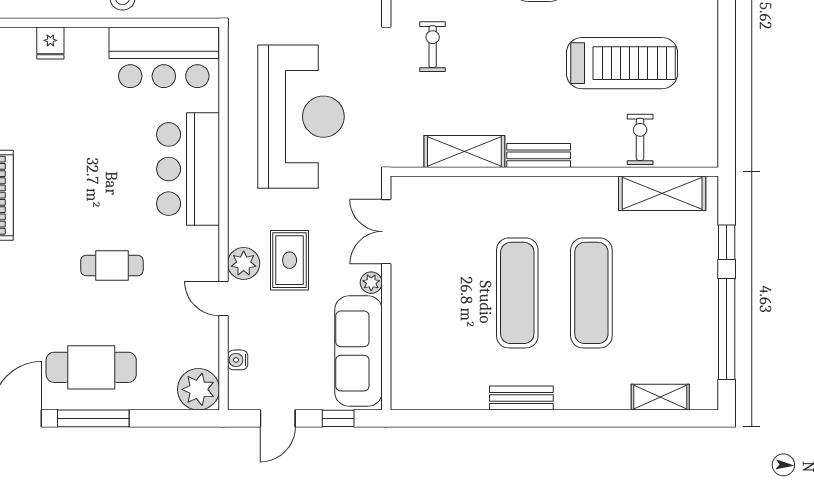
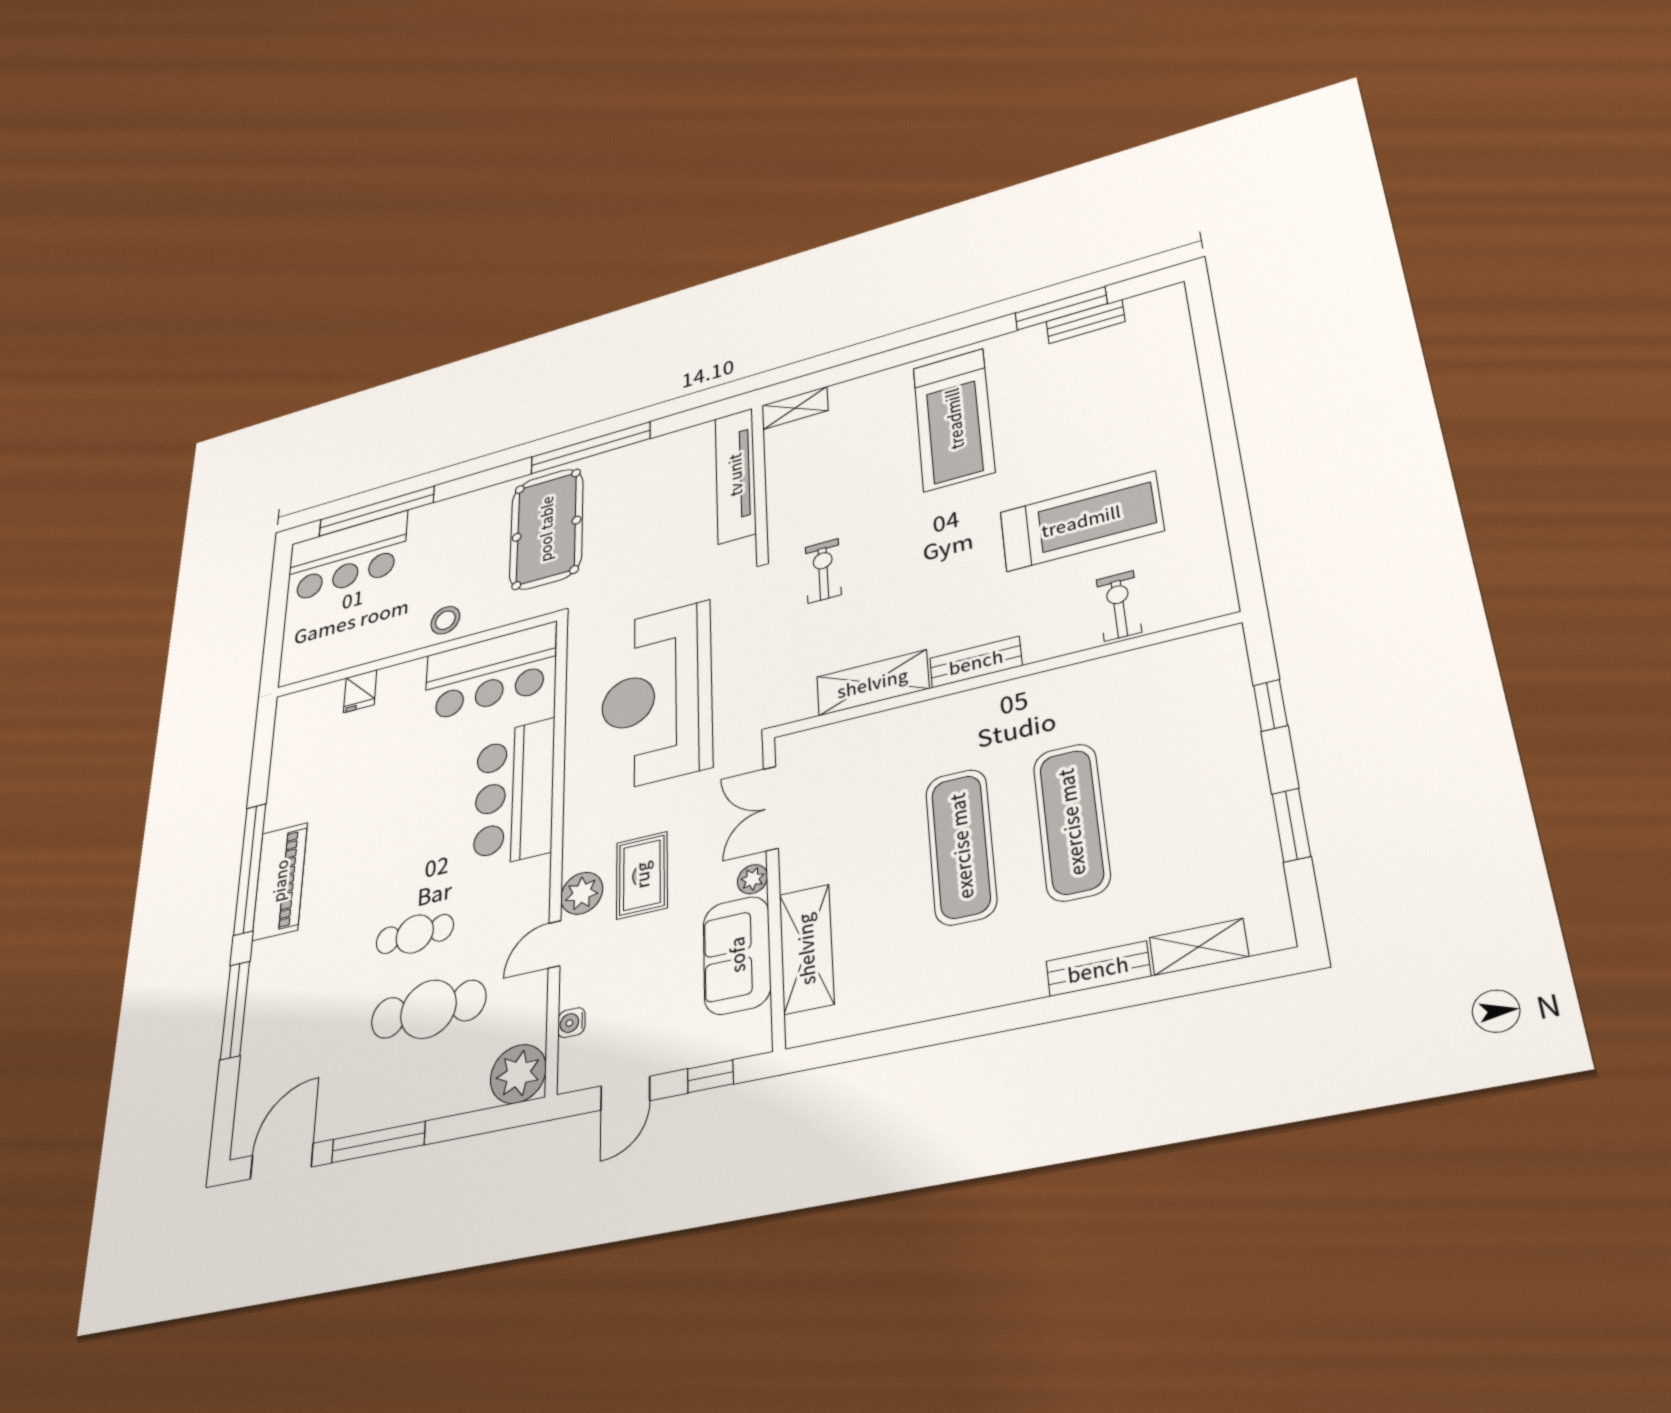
reception desk: (301, 117) -> (656, 696), turned 180
shelving: (662, 193) -> (806, 949), moved, turned 90
door: (223, 299) -> (555, 944), hinge flipped
window: (727, 329) -> (1291, 825), width x0.47
sofa: (358, 351) -> (737, 955), width x0.73
cafe table: (91, 367) -> (428, 1009), moved
bench: (521, 398) -> (1098, 969), moved

